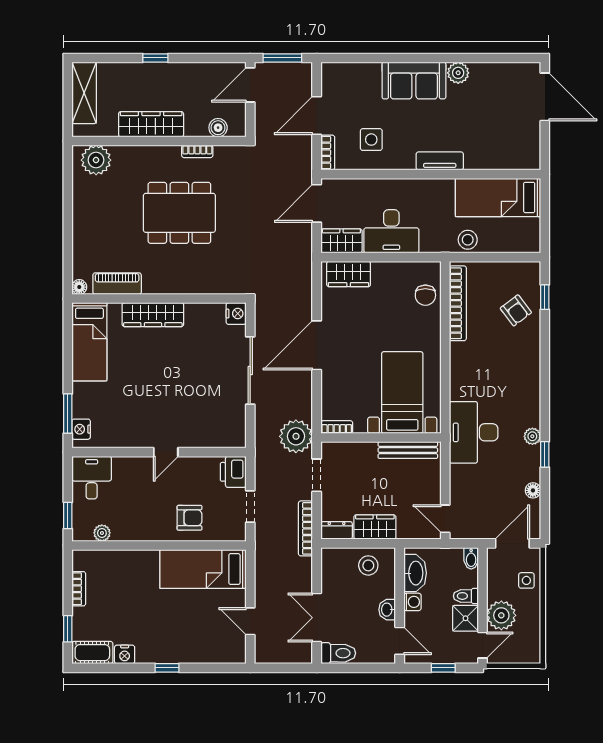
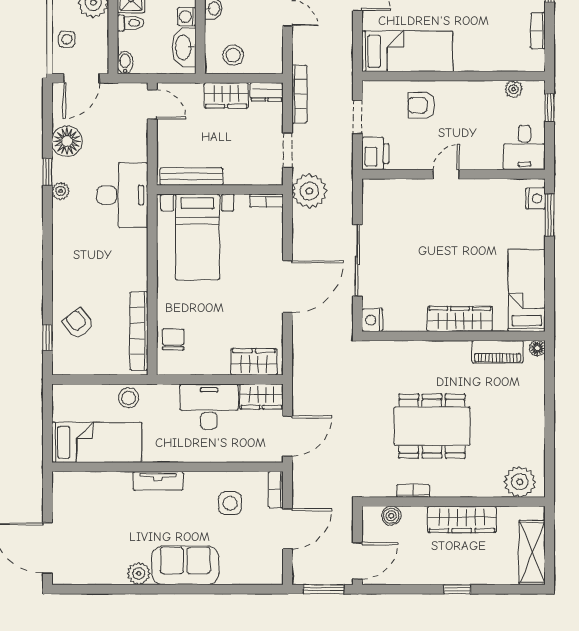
floor lamp: (533, 490) -> (67, 141), width x1.89, depth x1.89

